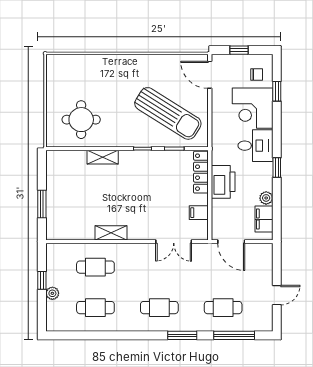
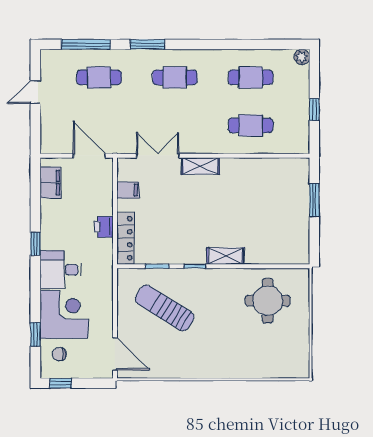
window: (239, 50) -> (61, 383), moved
sun lounger: (168, 113) -> (165, 308), width x0.73, depth x0.75
shelving: (103, 157) -> (225, 256), moved
printer: (223, 182) -> (104, 227), width x0.53, depth x0.68
plant: (266, 198) -> (48, 208), removed
shelving: (111, 233) -> (200, 166), moved
plant: (52, 293) -> (302, 57), moved

